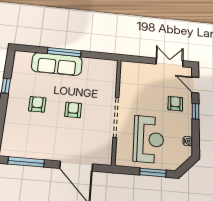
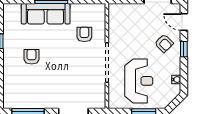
armchair: (175, 104) -> (164, 43), turned 135
armchair: (73, 110) -> (84, 34), moved

